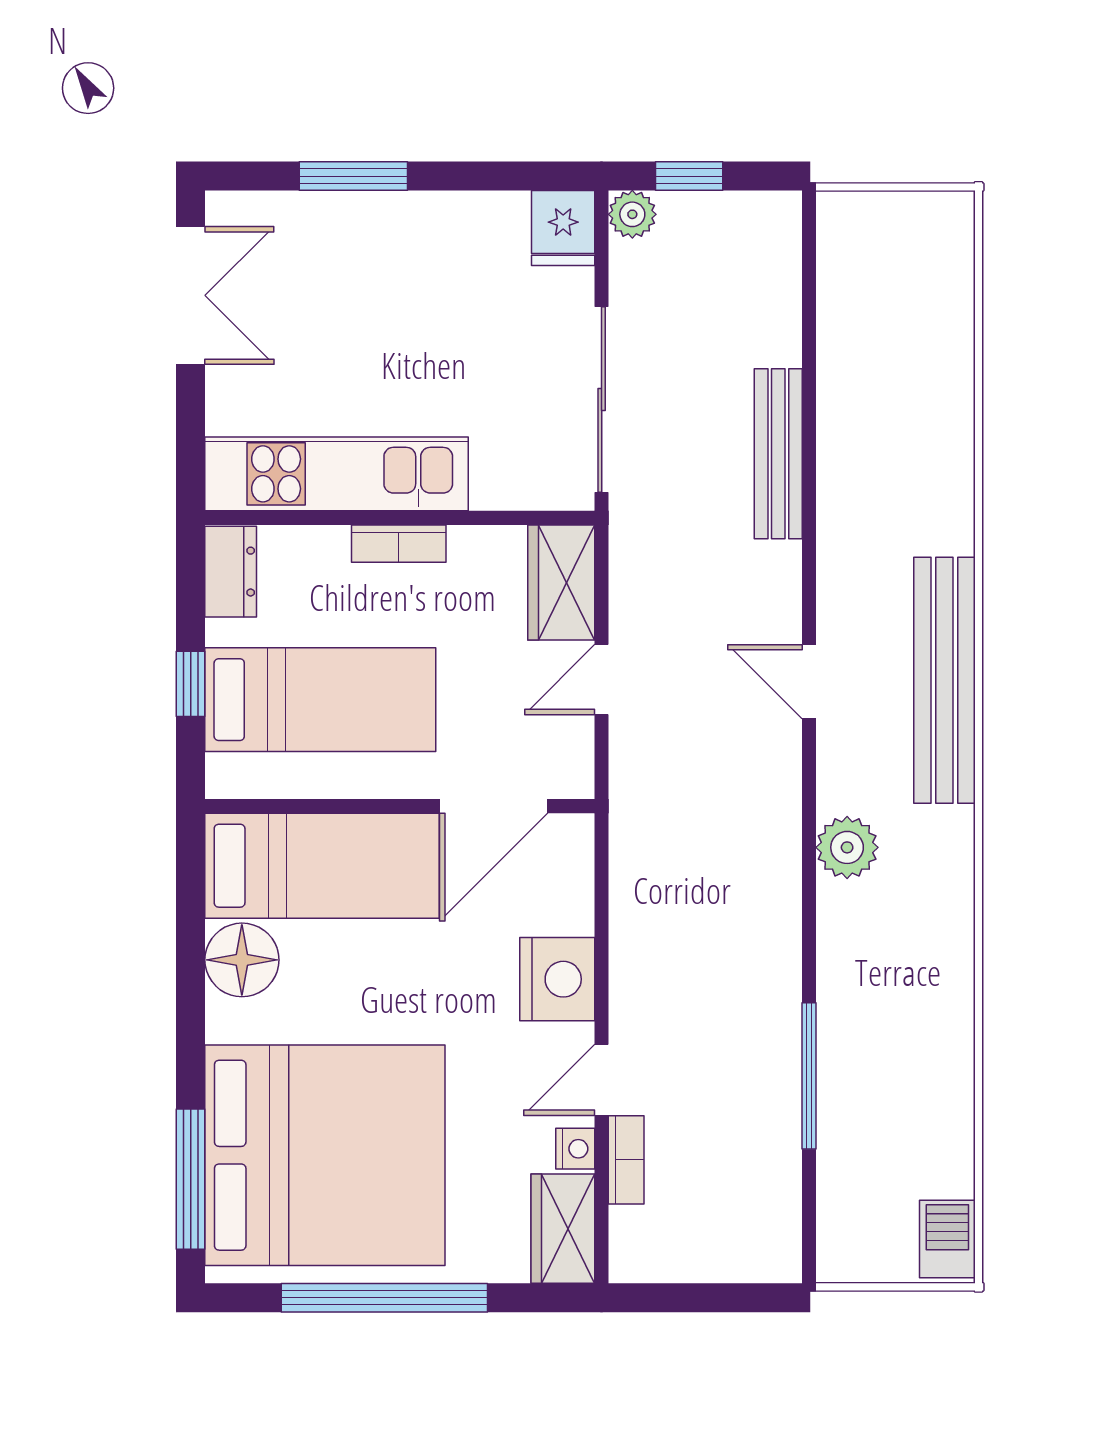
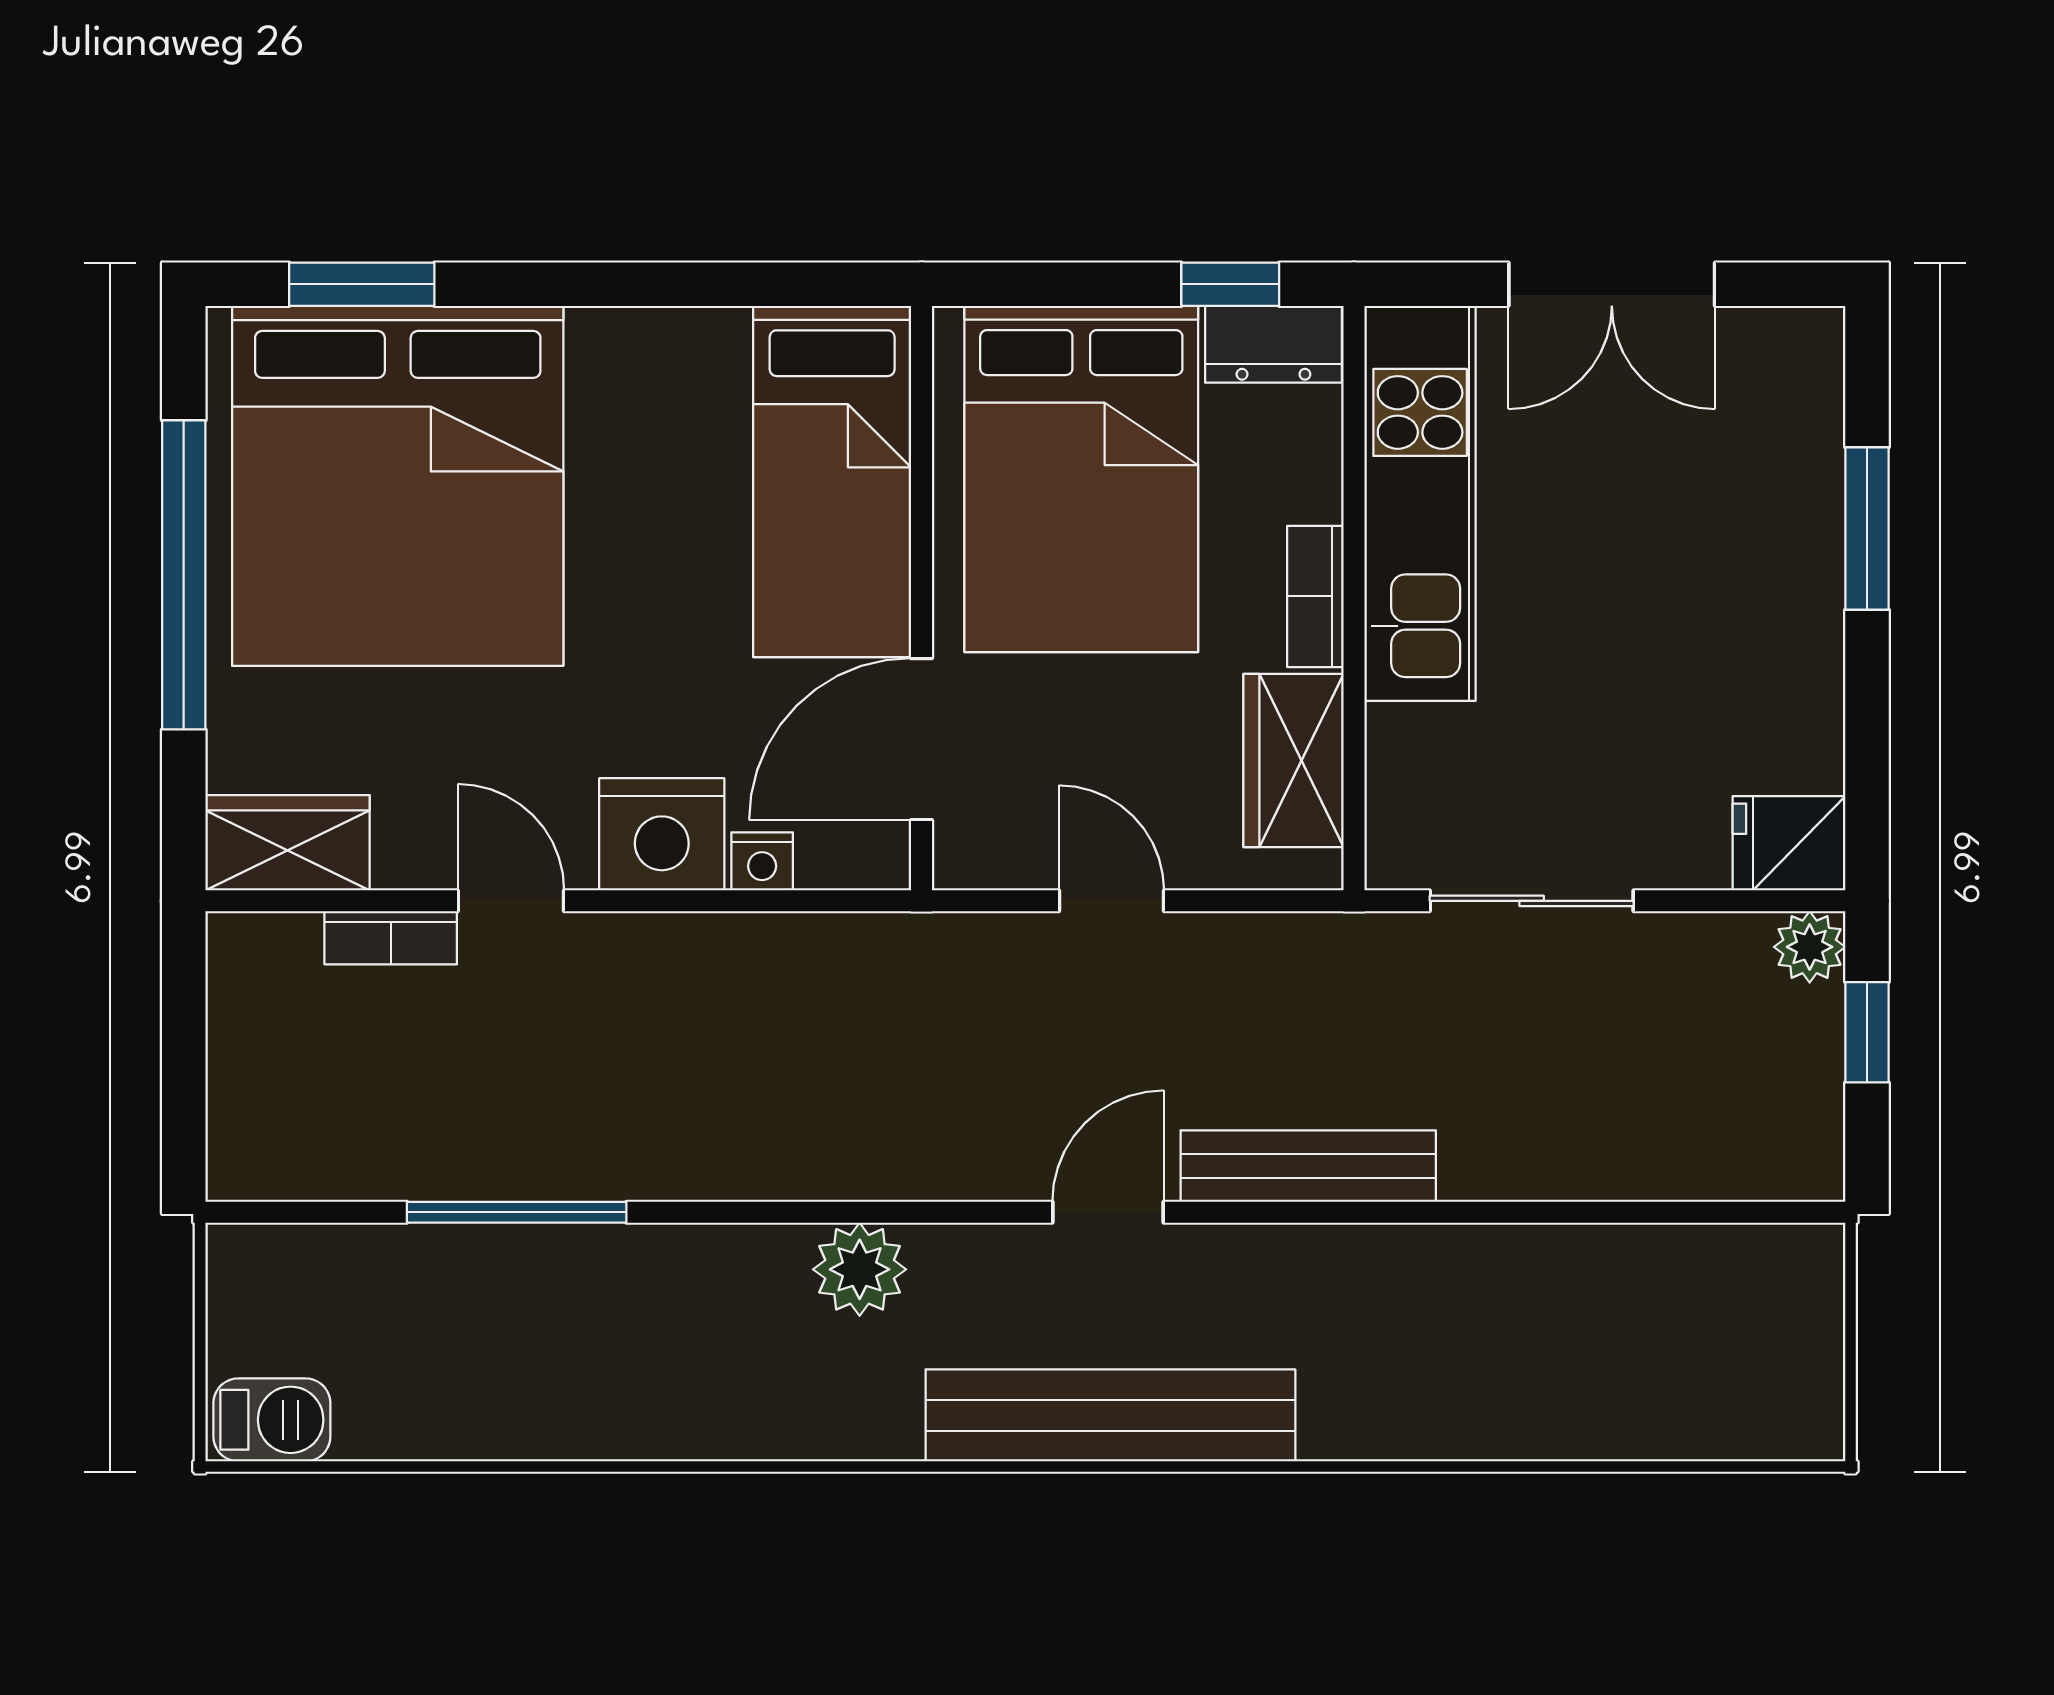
double door: (191, 295) -> (1612, 284), moved
sliding door: (602, 400) -> (1532, 901), width x0.73
bench: (778, 454) -> (1308, 1166), moved
wardrobe: (561, 583) -> (1293, 761), moved, turned -90
window: (191, 684) -> (1230, 284), moved
bed: (320, 700) -> (1081, 479), width x1.50
door: (494, 806) -> (922, 739), hinge flipped
floor lamp: (242, 960) -> (691, 361), removed
nightstand: (575, 1149) -> (762, 861), moved
window: (191, 1179) -> (362, 284), width x0.69

